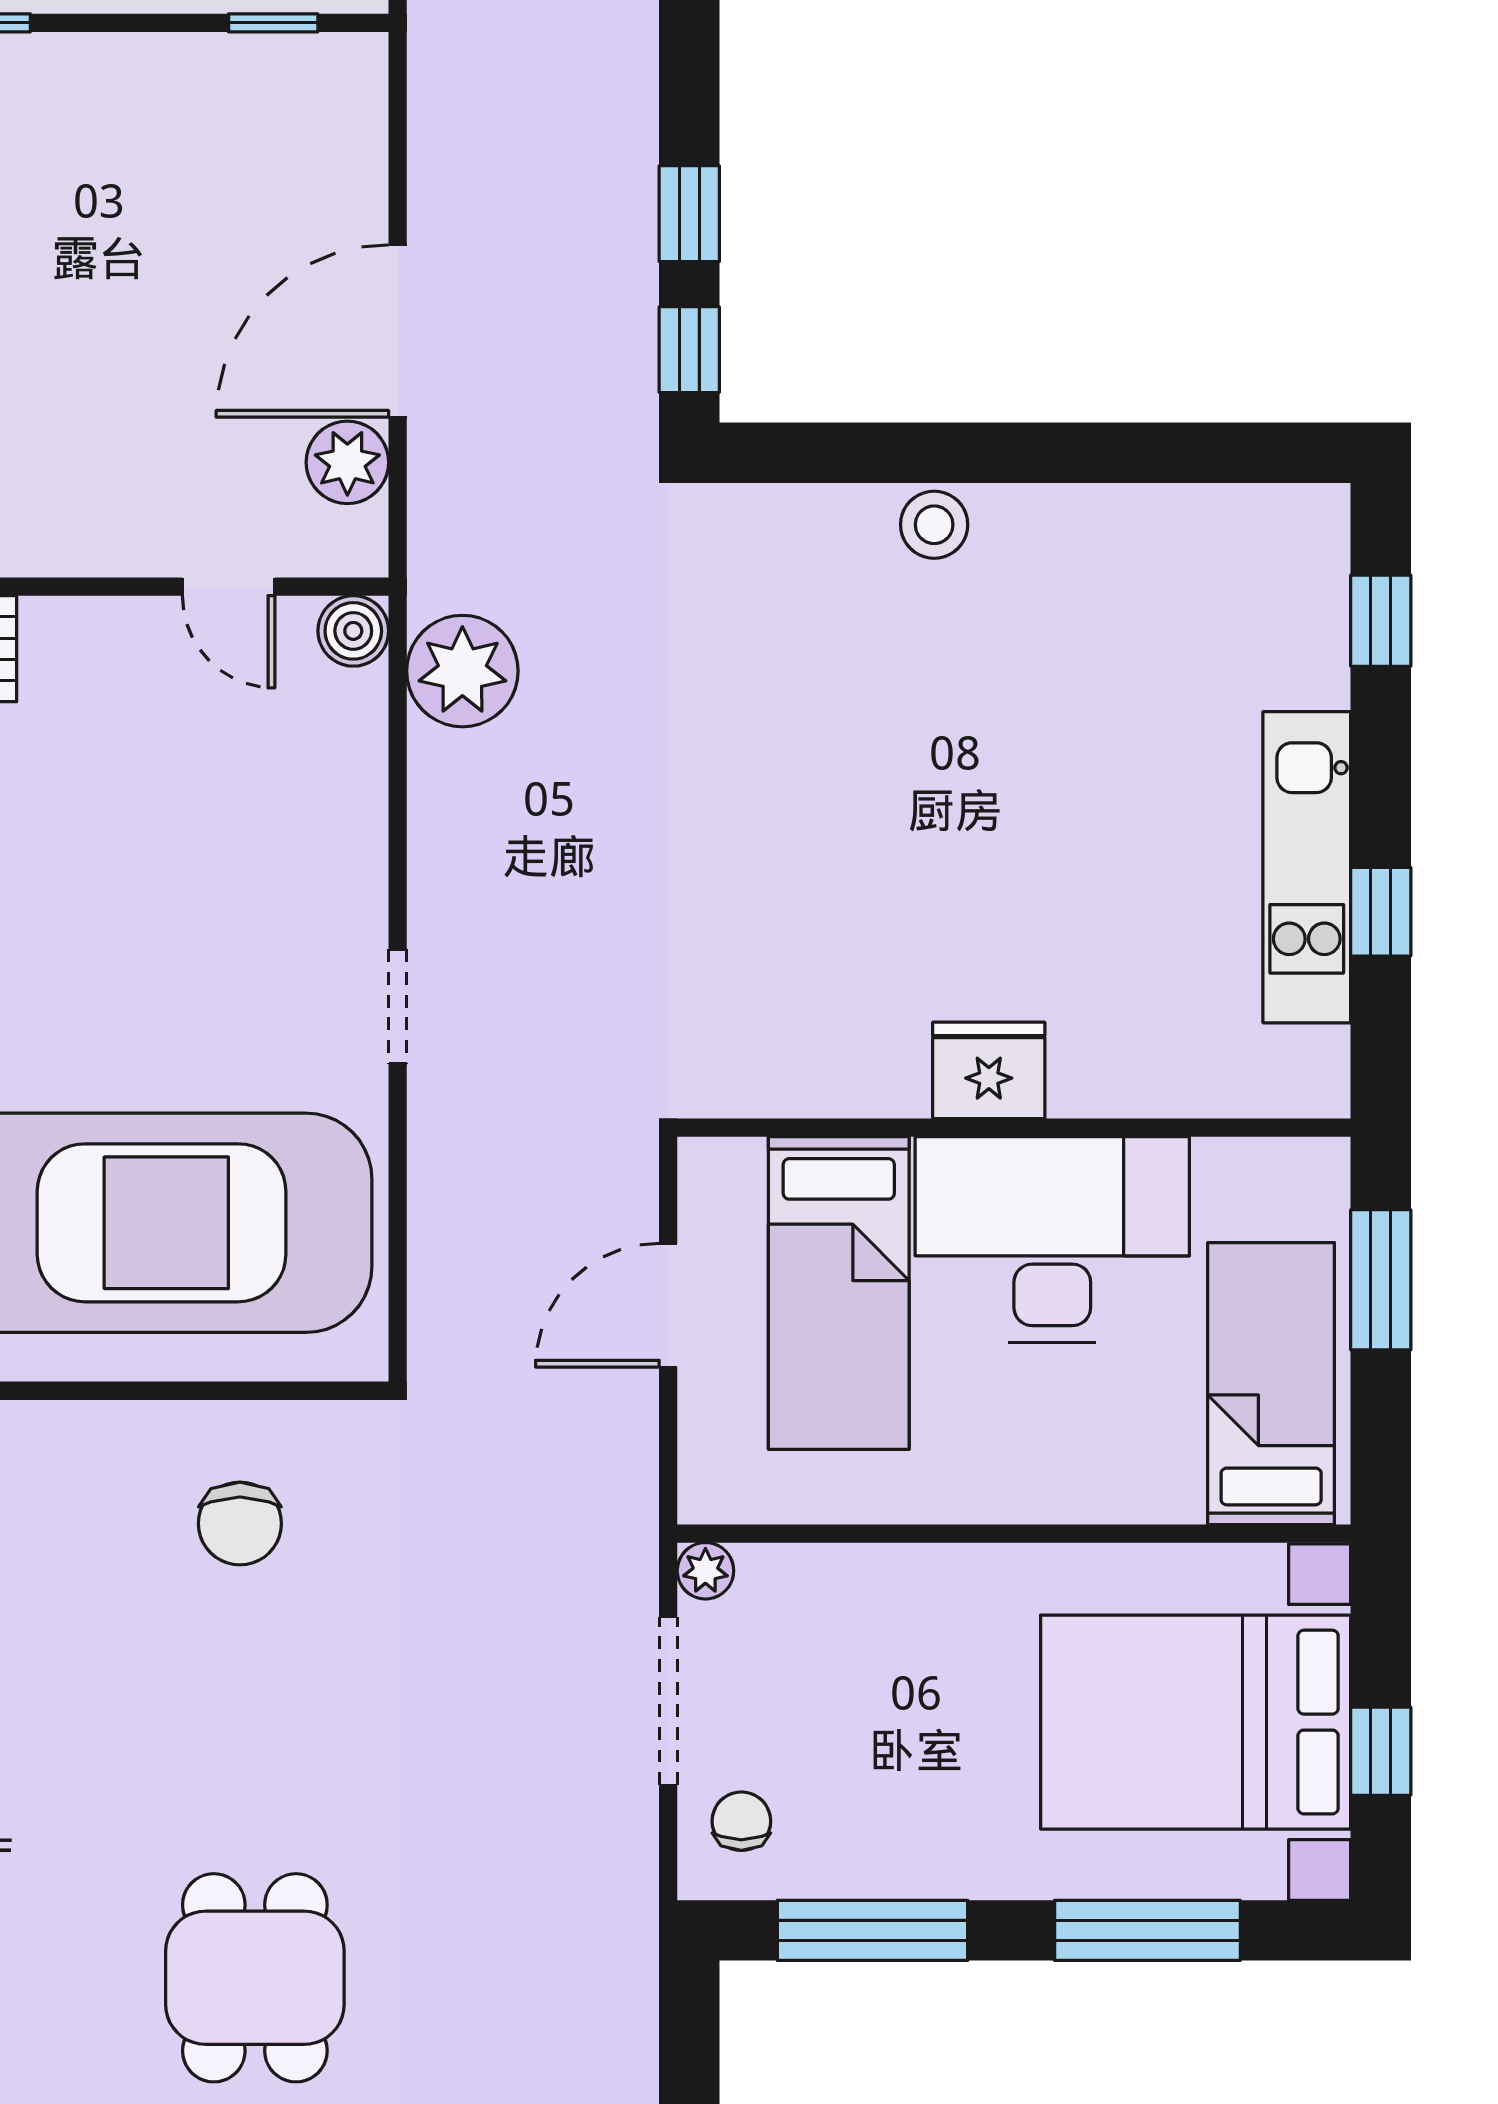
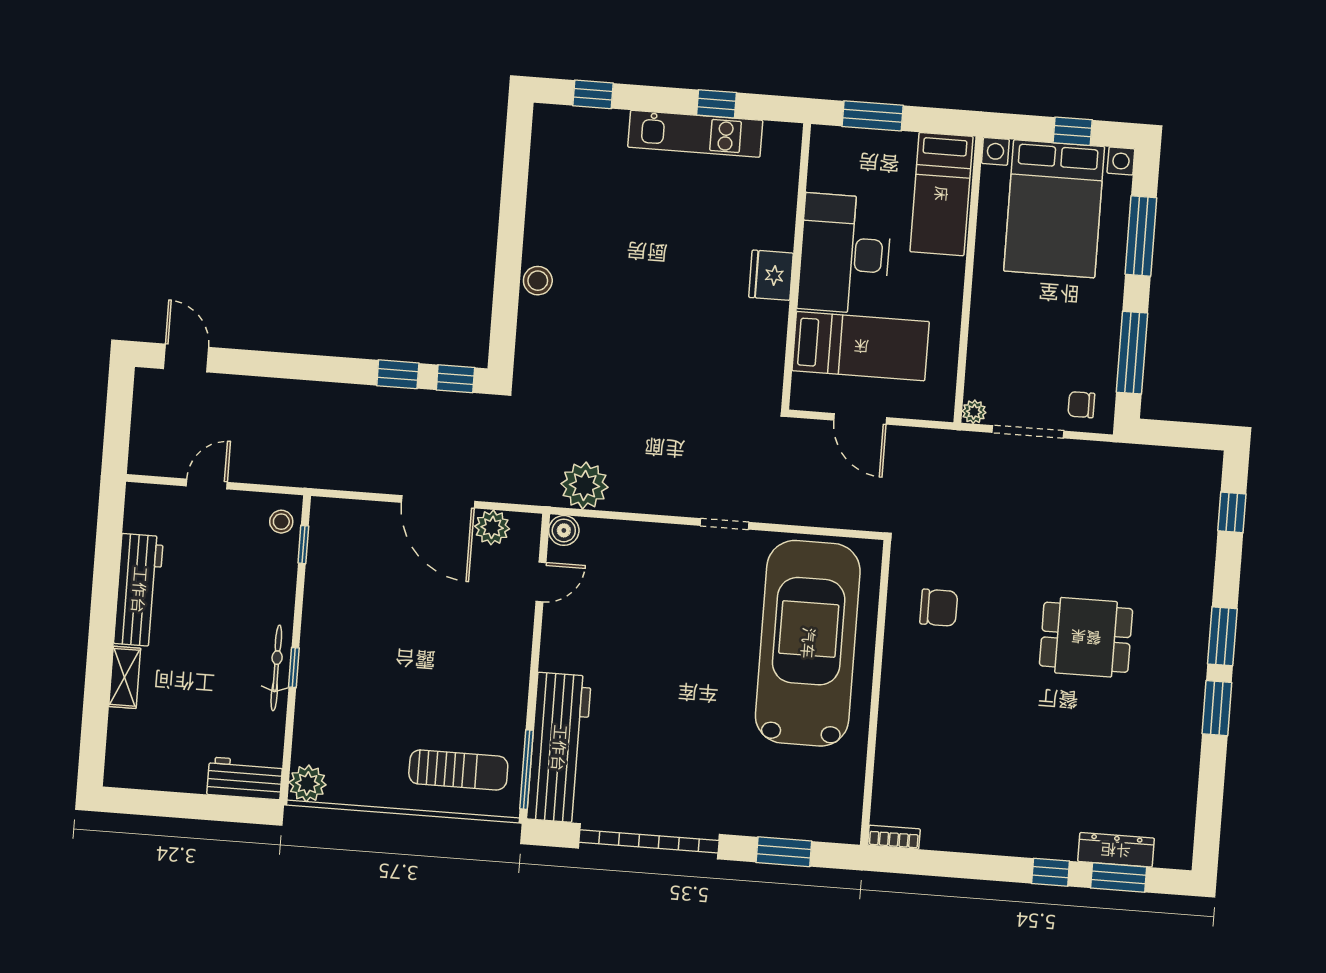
bed: (1271, 1384) -> (941, 194), moved, turned -90
dining table: (255, 1978) -> (1086, 637), moved

